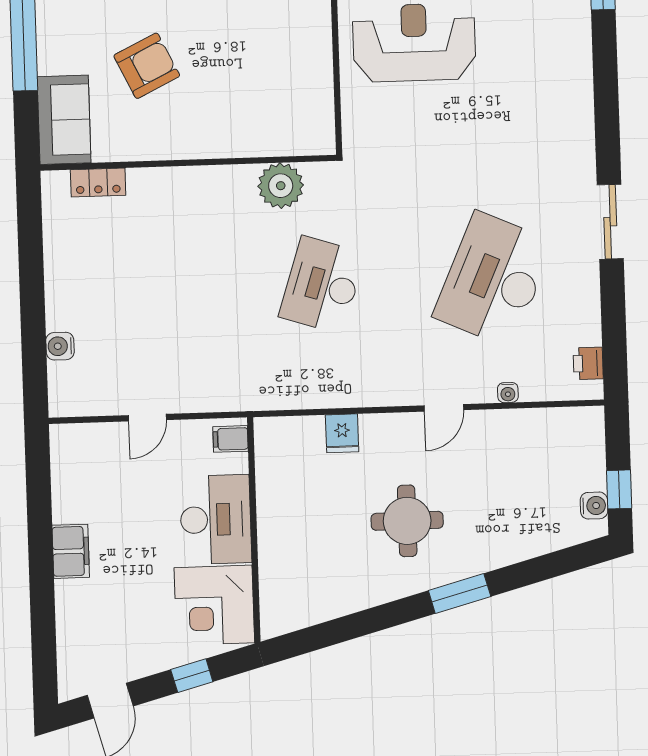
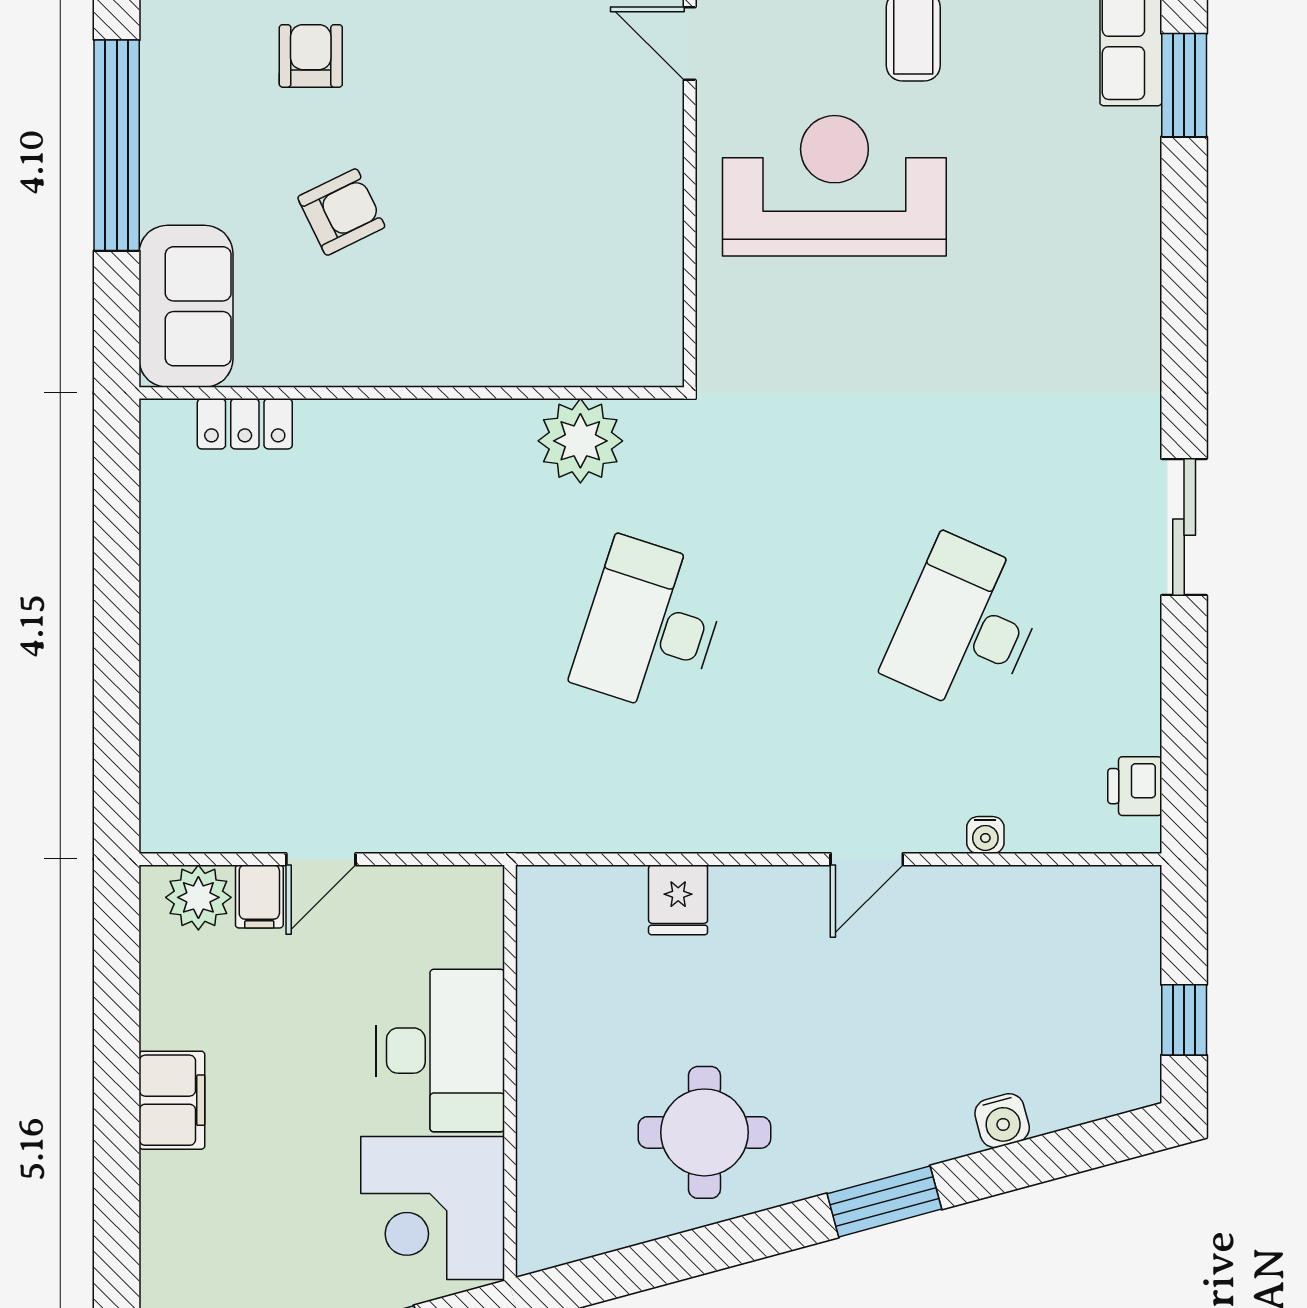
armchair: (147, 66) -> (341, 212), width x0.72, depth x0.72
desk: (493, 279) -> (966, 626), width x0.73, depth x0.77
water cooler: (60, 346) -> (165, 722), removed
filing cabinet: (231, 439) -> (259, 896), moved, turned -90
plant: (81, 441) -> (198, 897), added
water cooler: (594, 506) -> (1002, 1121), moved, turned 75
round table: (407, 521) -> (704, 1132), moved

